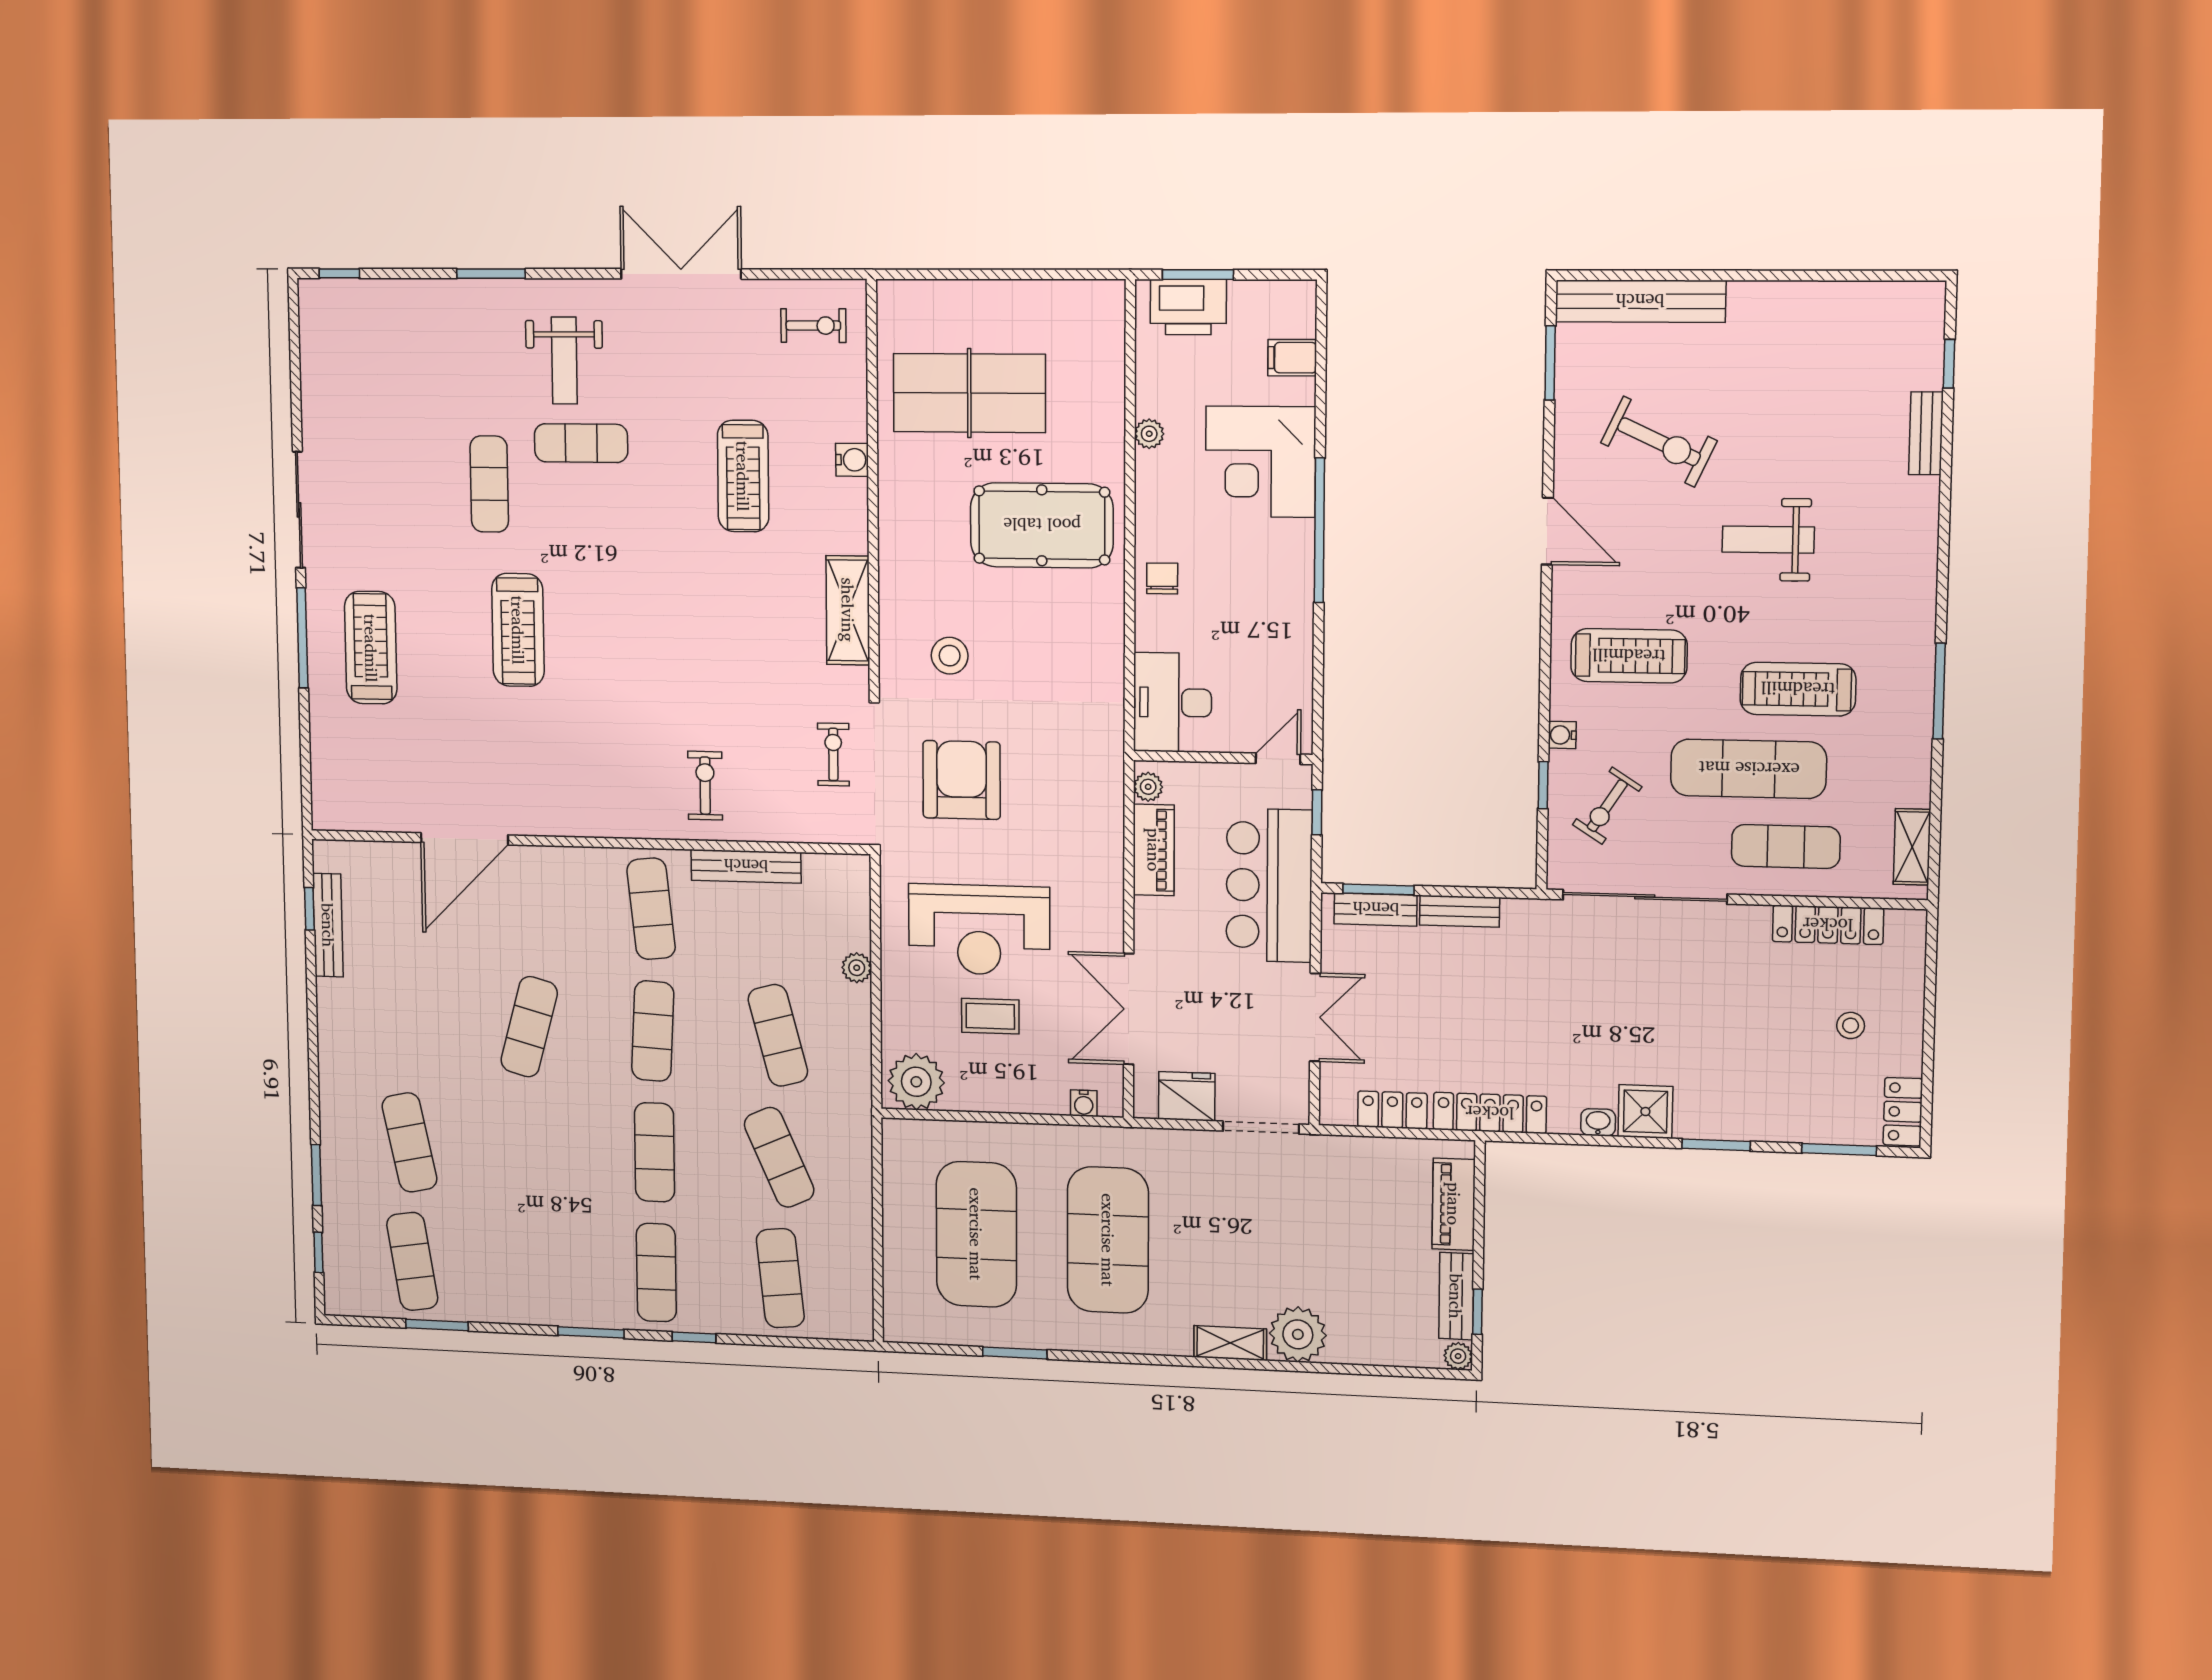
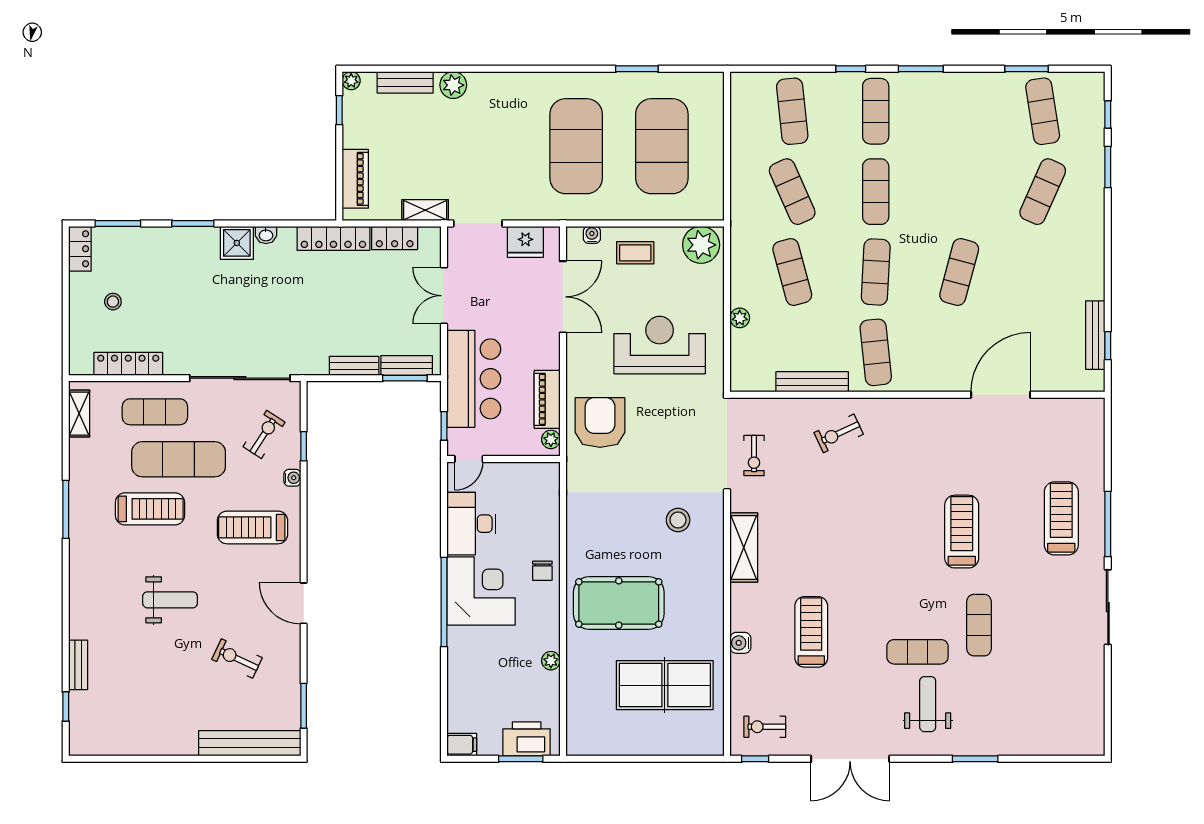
window: (339, 273) -> (755, 759), moved
filing cabinet: (1292, 358) -> (462, 745), moved
exercise bike: (1659, 442) -> (237, 658), width x0.73, depth x0.72
corner desk: (1260, 462) -> (481, 591), moved
treadmill: (371, 648) -> (1061, 518), turned 180
desk: (1172, 702) -> (471, 524), moved, turned 180
armchair: (962, 780) -> (600, 422), moved, turned 180
exercise bike: (705, 786) -> (839, 433), turned 65
coffee table: (990, 1016) -> (635, 253), moved
exercise mat: (410, 1142) -> (1043, 192), turned 36
bench: (1456, 1296) -> (405, 82), moved, turned 90
plant: (1298, 1334) -> (453, 85), width x0.73, depth x0.73
shelving: (1230, 1343) -> (425, 210), moved

